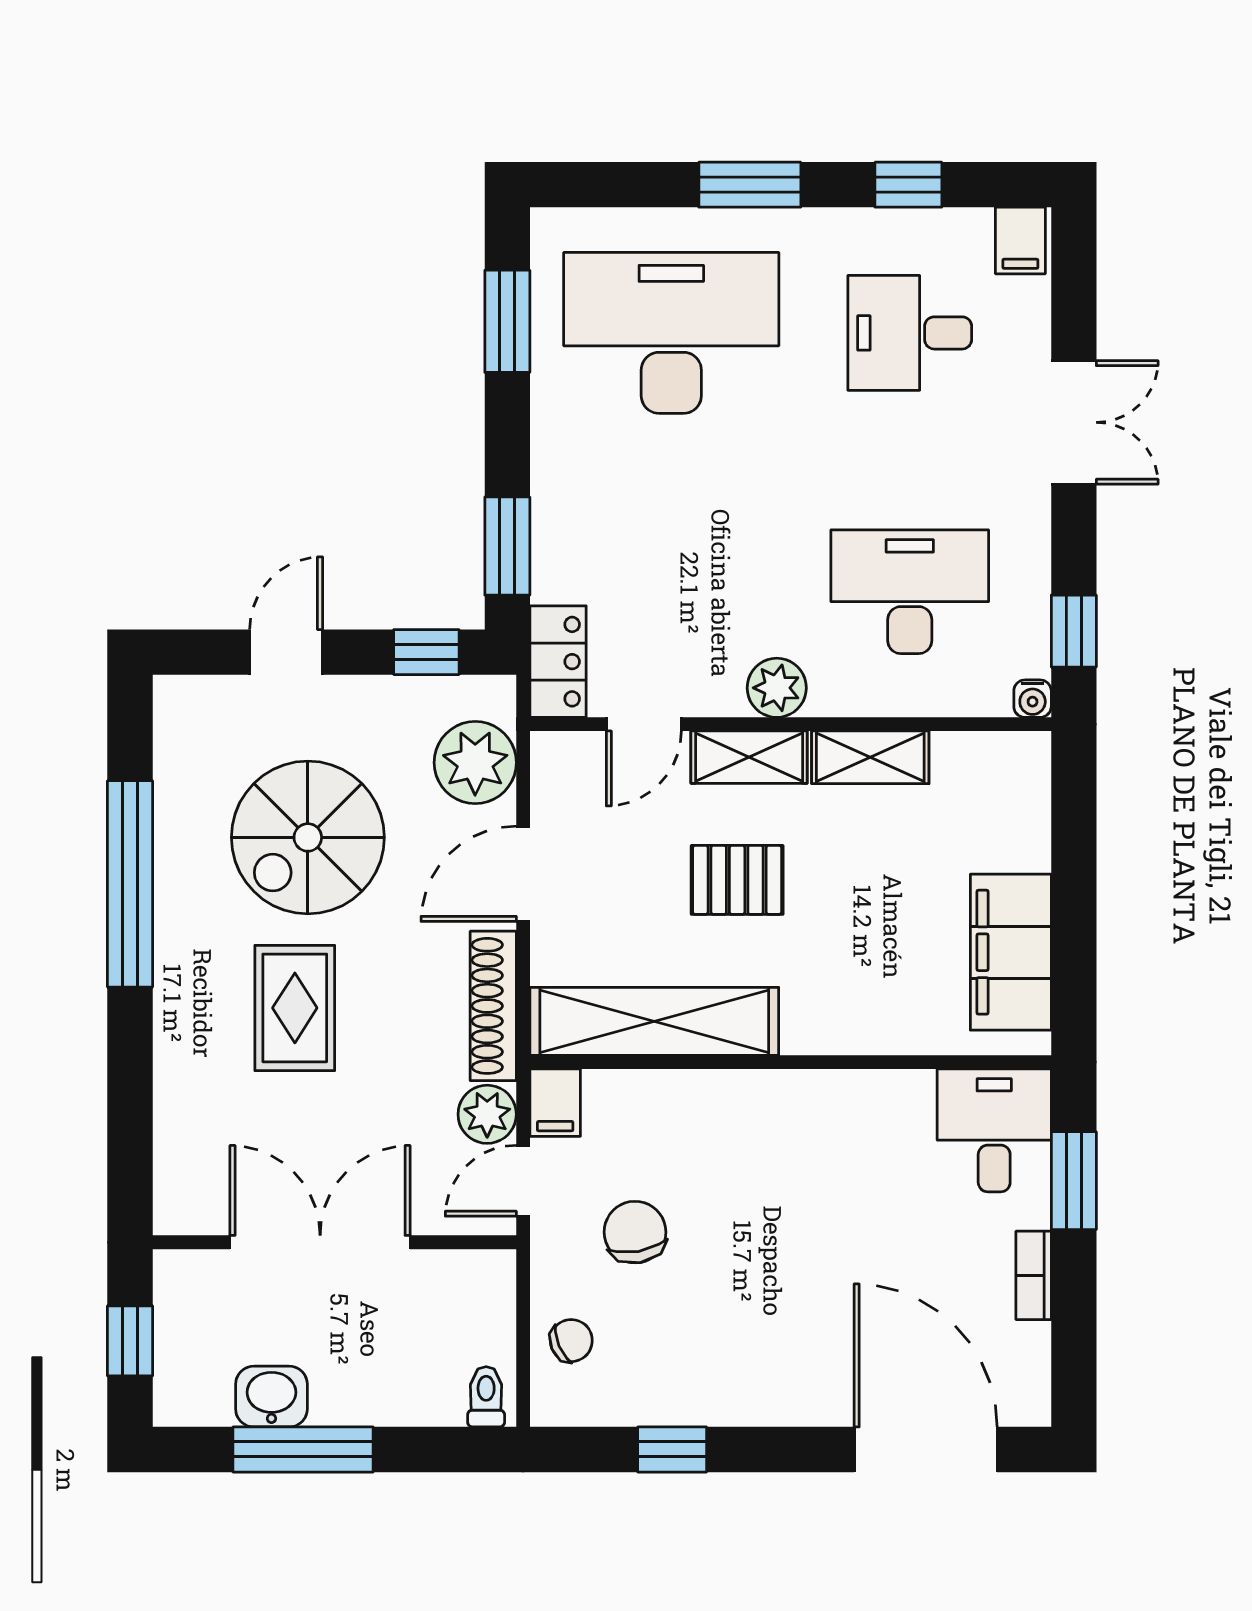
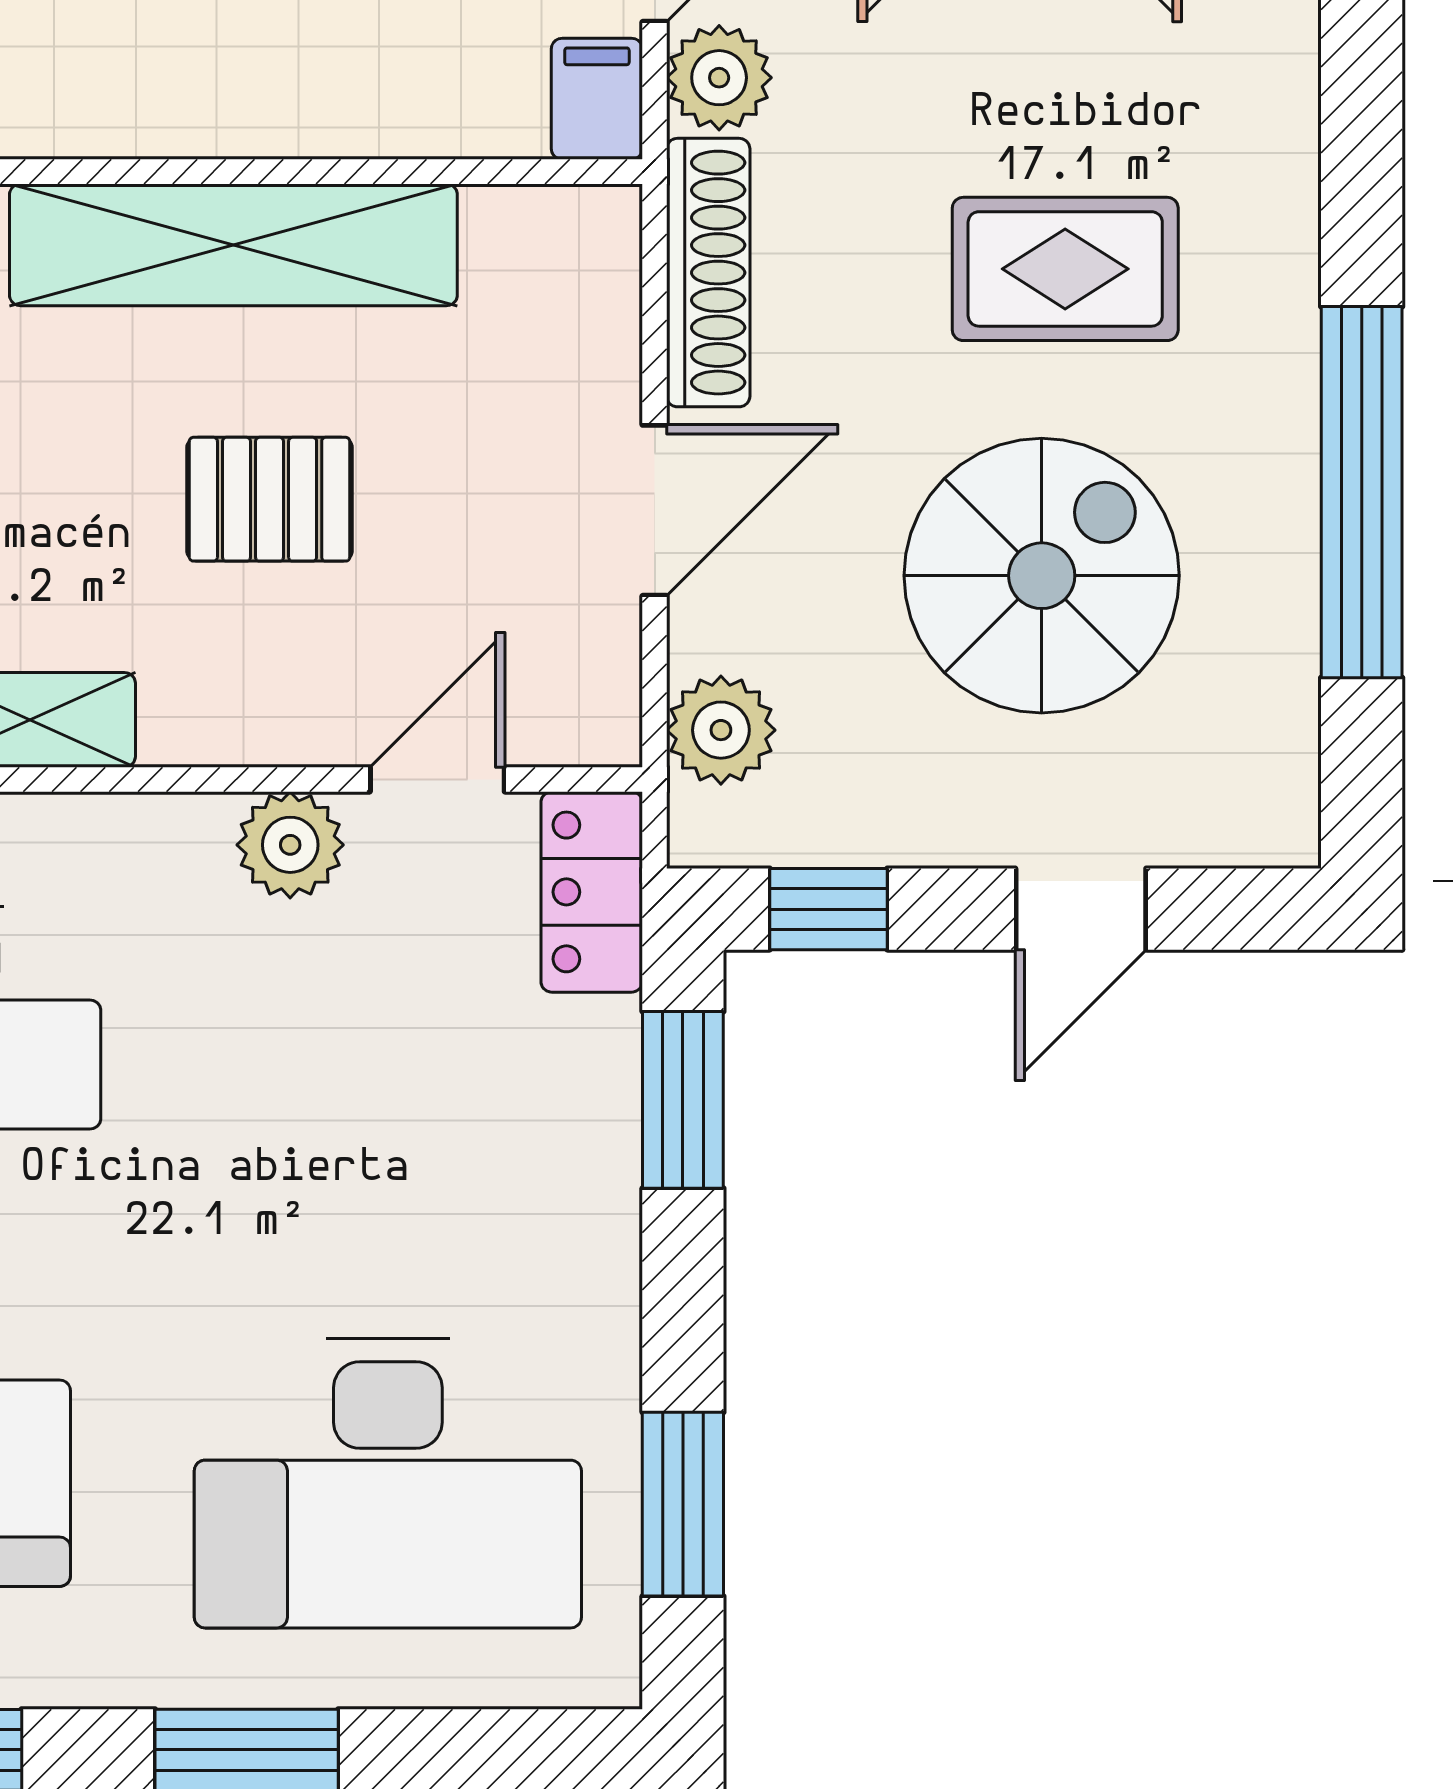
plant: (777, 688) -> (290, 845), moved
shelving: (749, 757) -> (248, 720), removed
plant: (475, 763) -> (721, 730), width x0.73, depth x0.73
rug: (295, 1008) -> (1065, 269), turned 90
shelving: (654, 1021) -> (233, 245), moved

